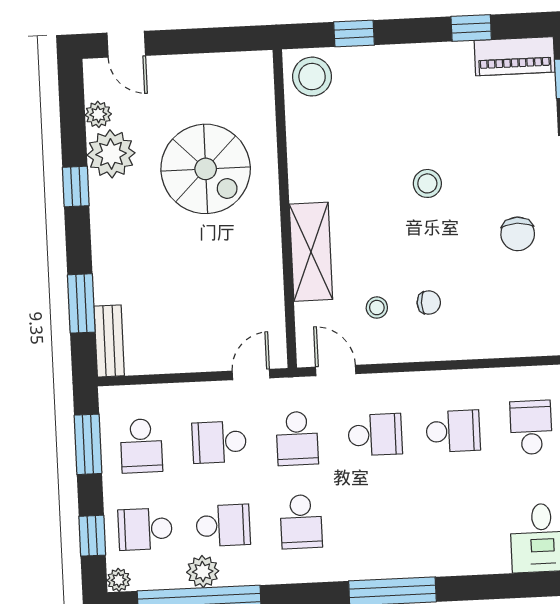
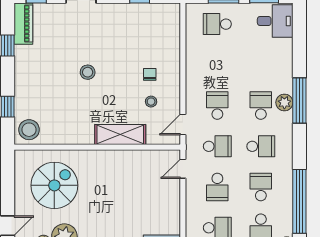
spiral stairs: (206, 169) -> (54, 185), moved
chair: (518, 234) -> (116, 26), removed
door: (251, 374) -> (183, 169), hinge flipped
school desk: (453, 431) -> (261, 106), moved
plant: (203, 572) -> (284, 102), moved

